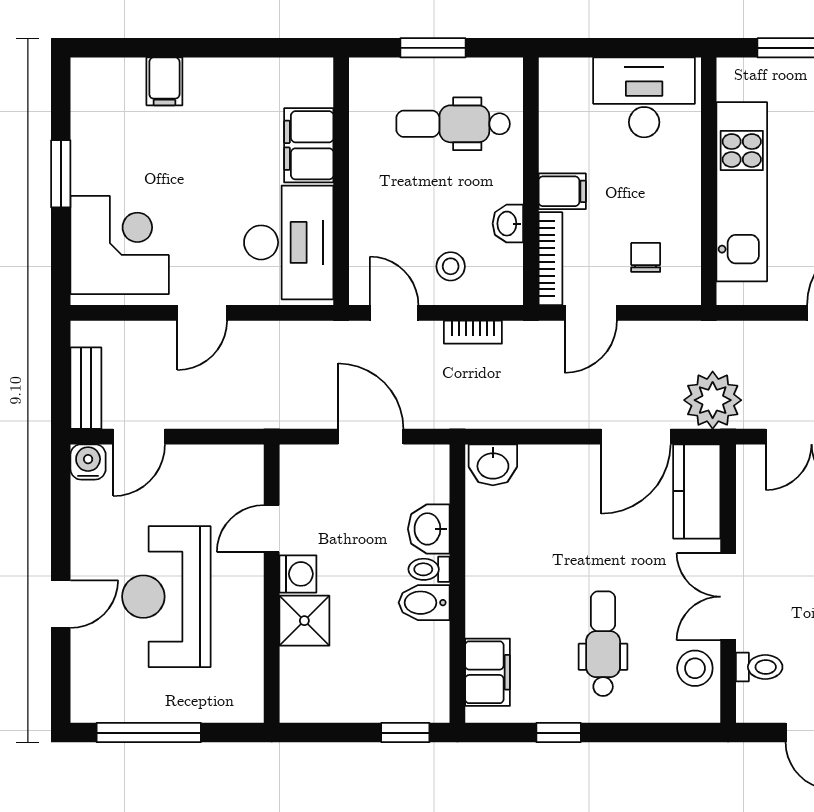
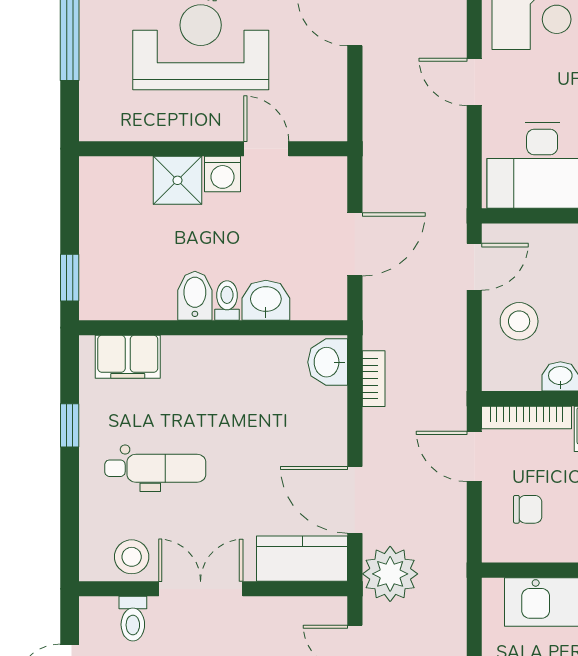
stool: (451, 266) -> (519, 321), width x1.37, depth x1.37
bookcase: (473, 332) -> (374, 379), moved, turned 180

